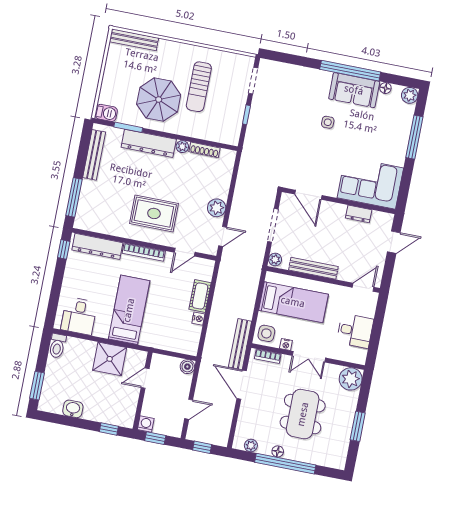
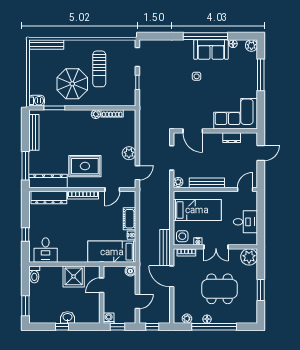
dresser: (149, 143) -> (48, 181), moved, turned 180
window: (64, 249) -> (25, 235), moved
bed: (129, 310) -> (112, 252), moved, turned -90
washbasin: (73, 409) -> (68, 317), moved
dining table: (303, 414) -> (220, 289), turned 90
window: (109, 429) -> (62, 327), moved

